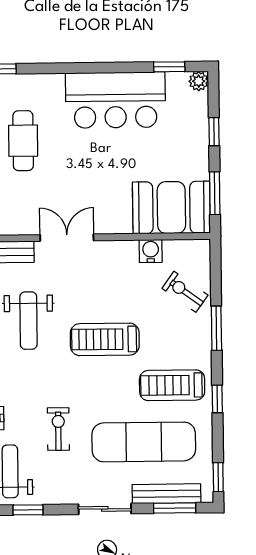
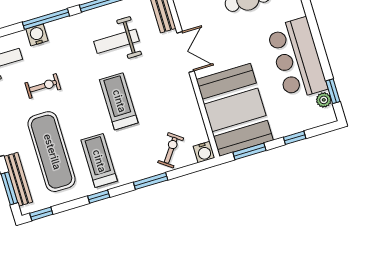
plant: (199, 81) -> (324, 100), moved
booth: (171, 208) -> (235, 110), width x1.36, depth x1.42
water cooler: (151, 251) -> (204, 152), moved, turned 90

